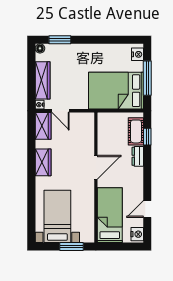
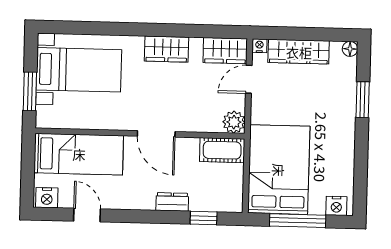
window: (60, 40) -> (363, 100), moved
plant: (87, 119) -> (234, 122), added
cot: (136, 131) -> (222, 150), moved

